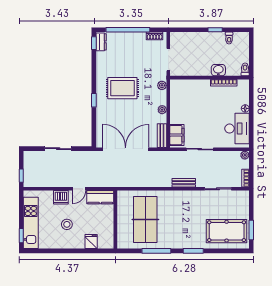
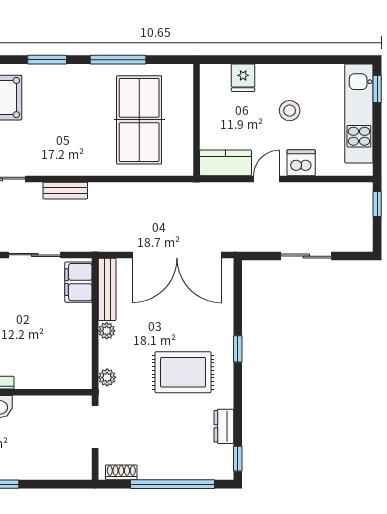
dresser: (101, 42) -> (224, 426), moved
bench: (162, 136) -> (107, 289), width x1.36

